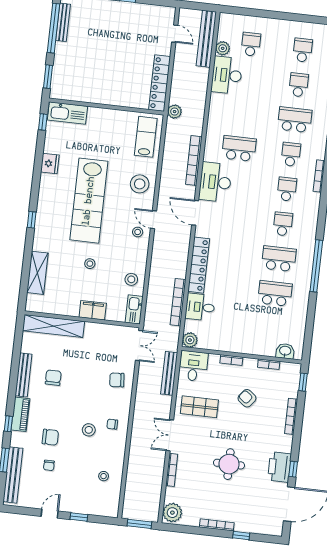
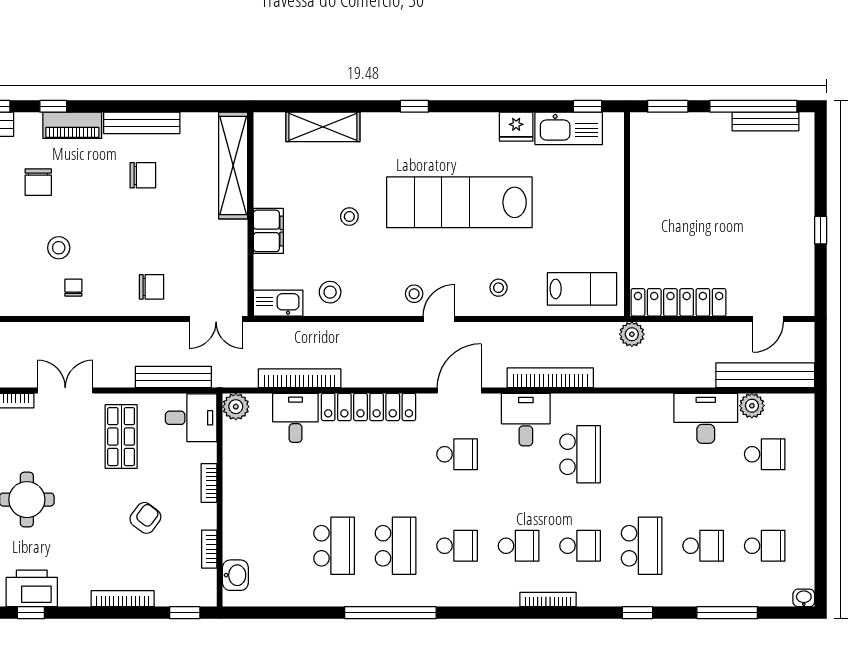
kitchen sink: (67, 113) -> (569, 128), moved, turned -90
desk: (215, 182) -> (526, 420), width x0.73
stool: (140, 184) -> (499, 288), width x0.53, depth x0.53
school desk: (231, 218) -> (457, 454), added
chair: (117, 380) -> (151, 287), turned 95

